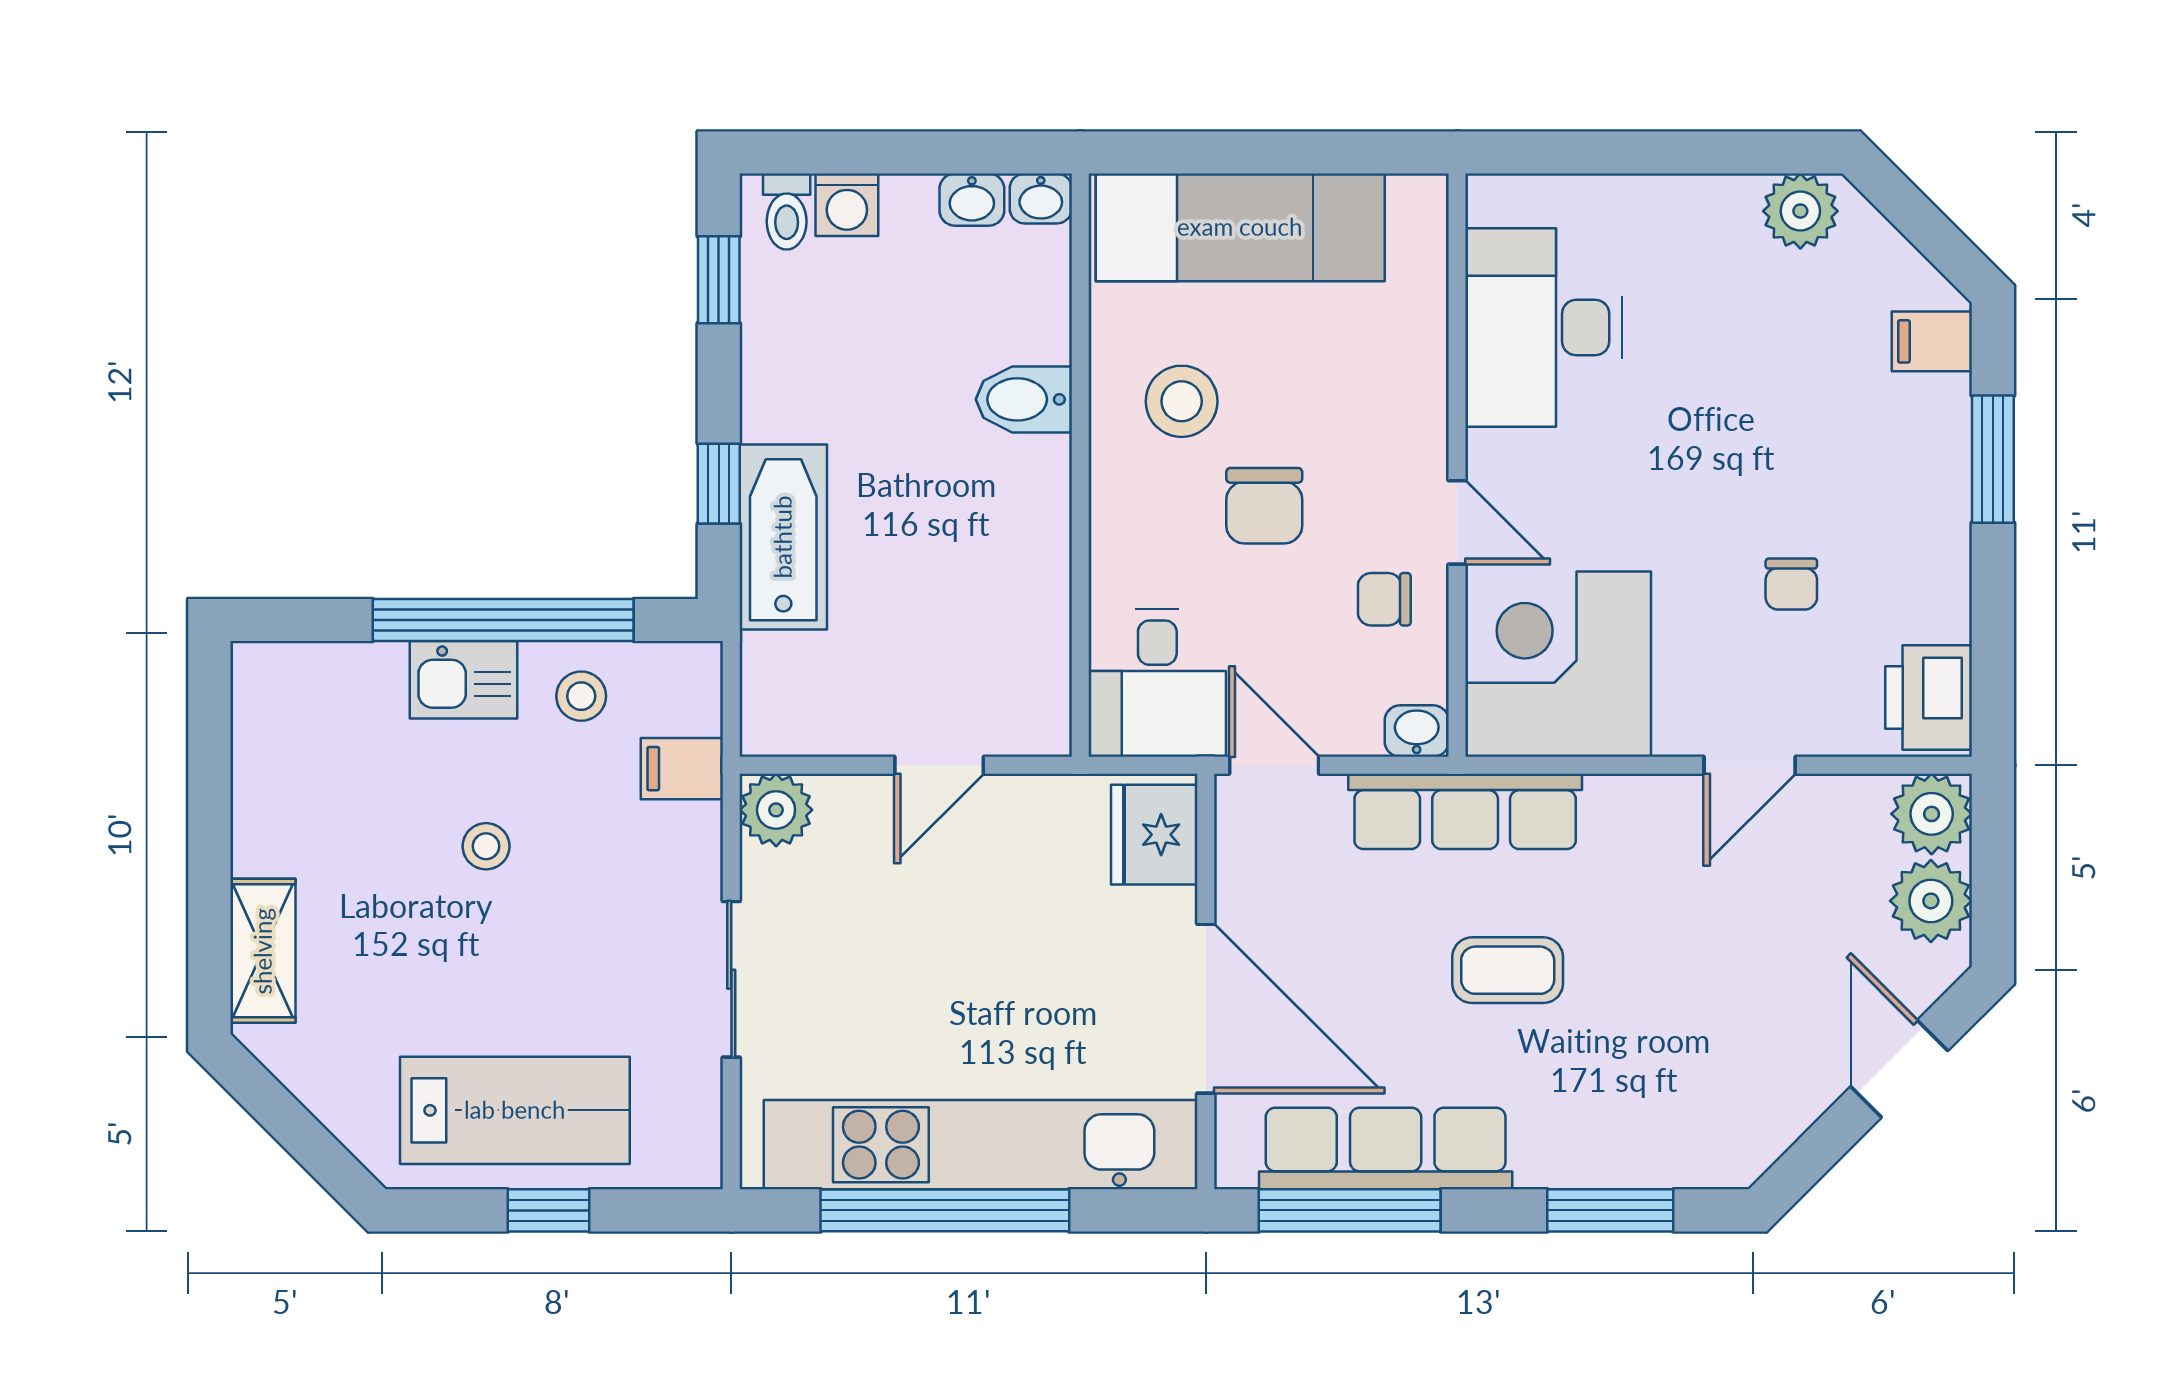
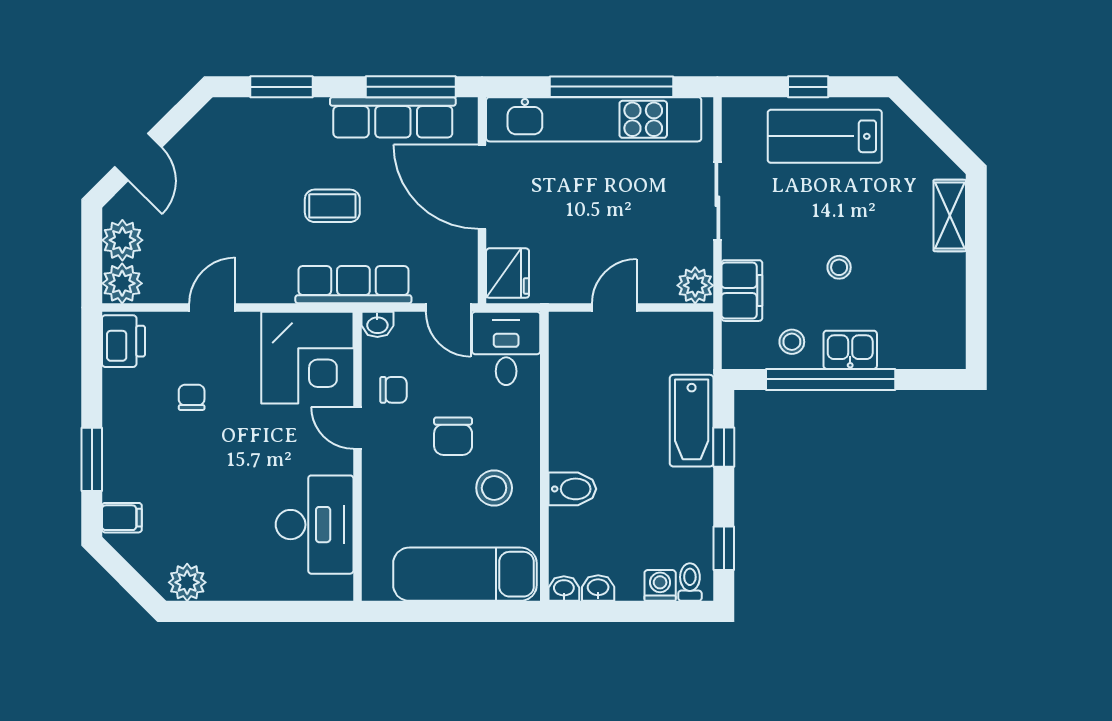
chair: (1264, 506) -> (453, 436), turned 180
filing cabinet: (682, 769) -> (742, 291), width x2.00

